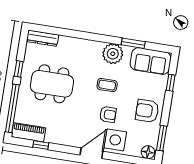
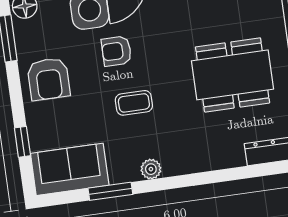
plant: (113, 54) -> (151, 169), width x0.53, depth x0.53
armchair: (147, 111) -> (49, 79), turned 90

